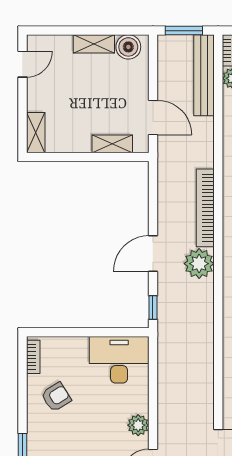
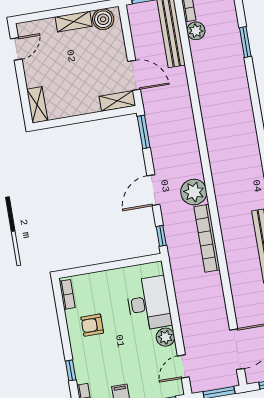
shelving: (112, 144) -> (117, 101), moved
window: (153, 185) -> (144, 132), added
bookcase: (205, 208) -> (207, 238), moved
desk: (119, 360) -> (149, 303), moved, turned 90
armchair: (56, 397) -> (92, 325), turned -148

